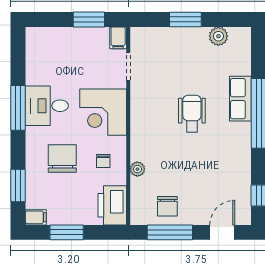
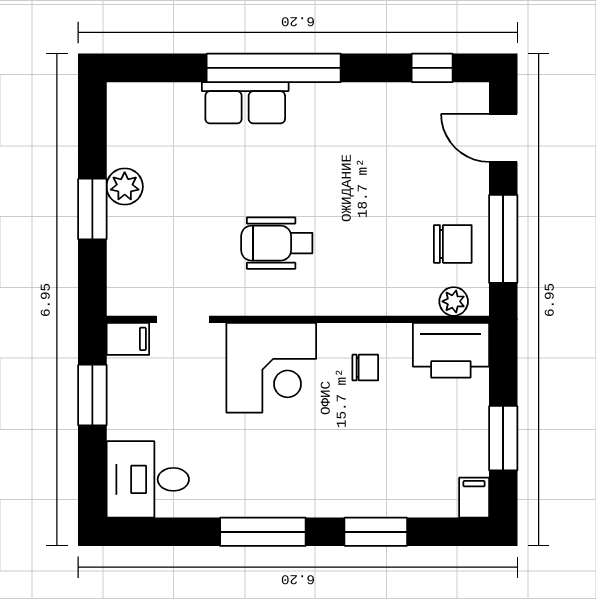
plant: (218, 36) -> (125, 186), moved
desk: (47, 106) -> (148, 479), moved, turned 90
wheelchair: (192, 114) -> (277, 243), moved
chair: (62, 158) -> (361, 447), removed
plant: (137, 169) -> (454, 301), moved
window: (18, 186) -> (376, 532), moved

